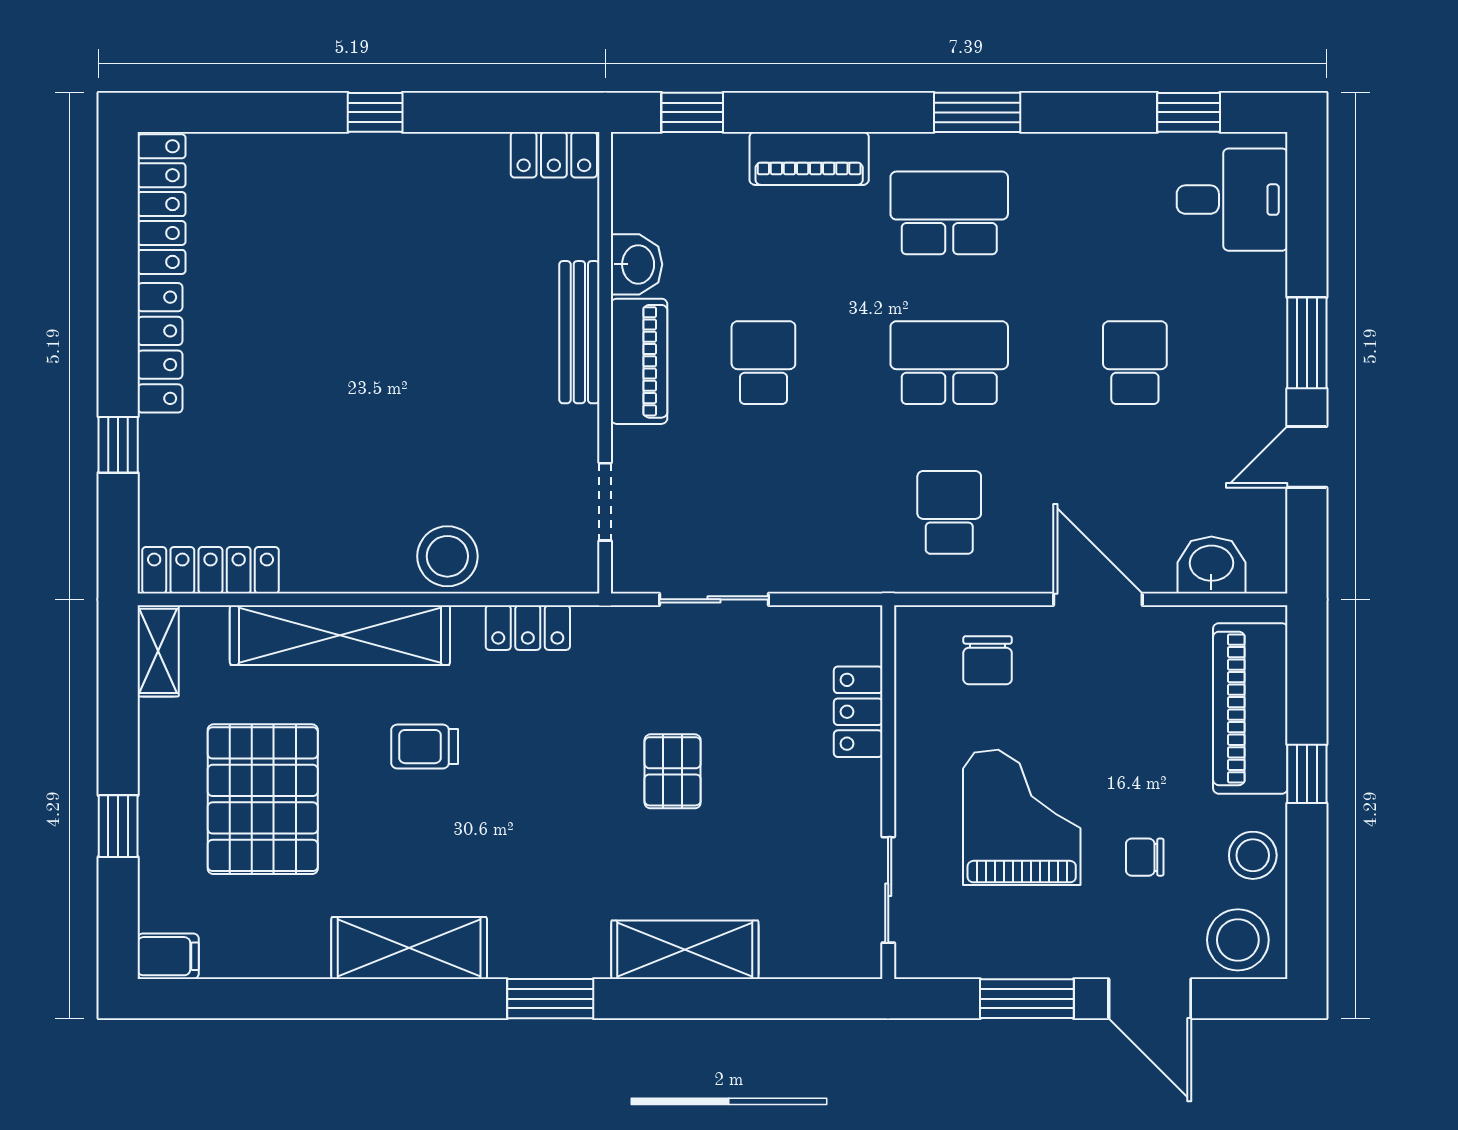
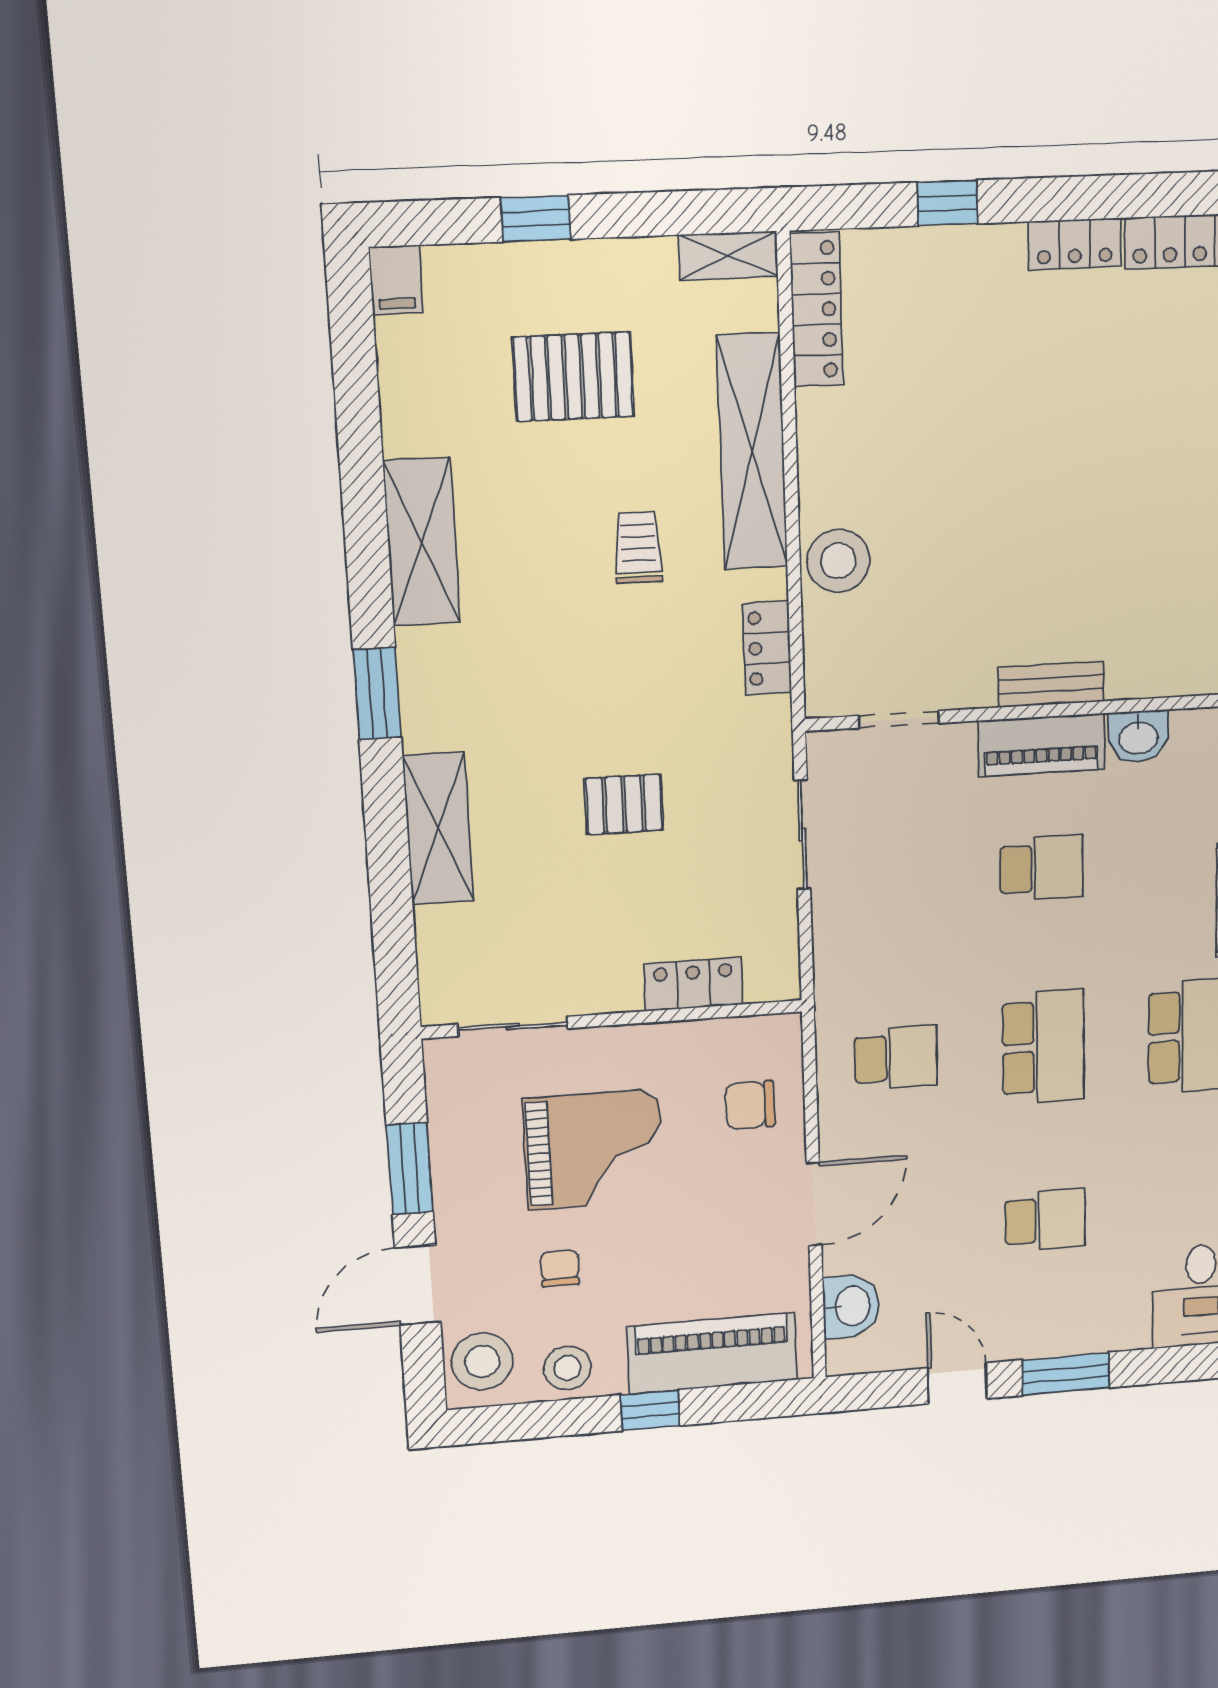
bench: (579, 332) -> (1051, 684), width x0.73
locker: (160, 348) -> (1075, 244), width x0.66
pallet: (263, 799) -> (573, 377), width x0.73, depth x0.71

